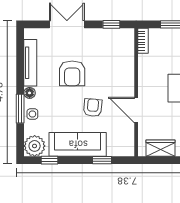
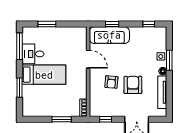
armchair: (93, 108) -> (111, 82), moved
sofa: (78, 144) -> (109, 35), moved
plant: (35, 146) -> (159, 34), removed
wardrobe: (161, 148) -> (71, 32), removed

